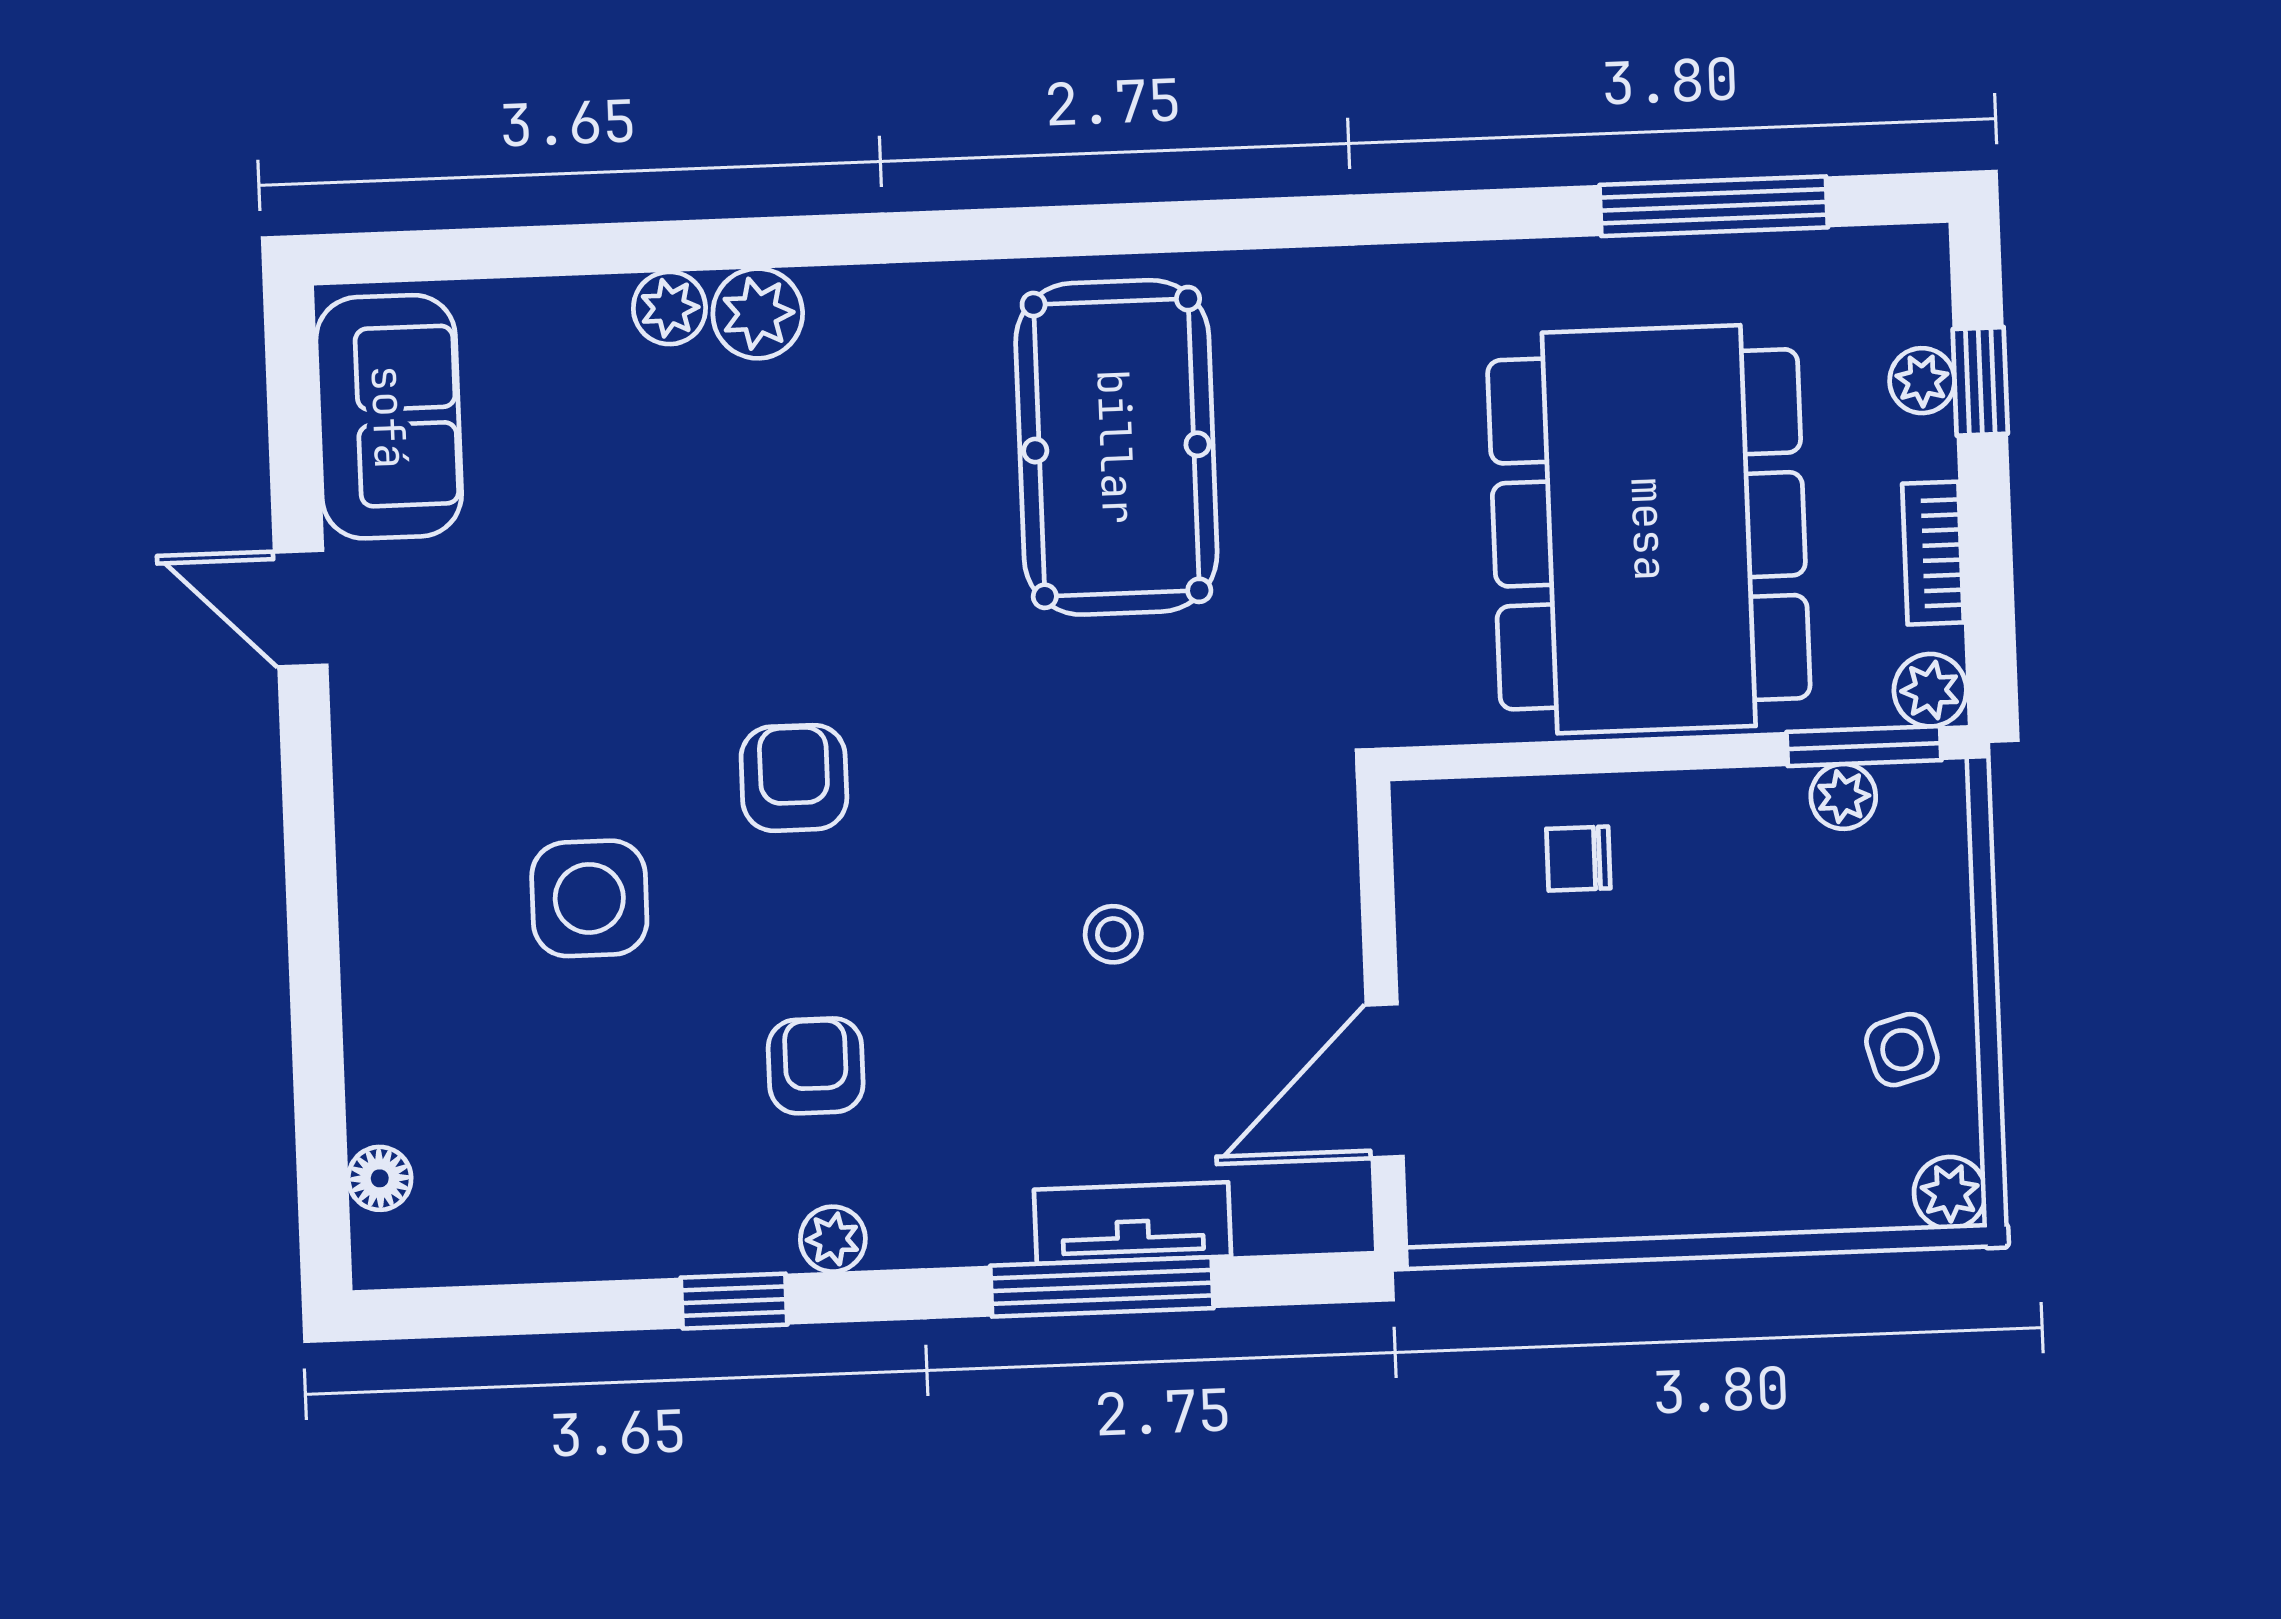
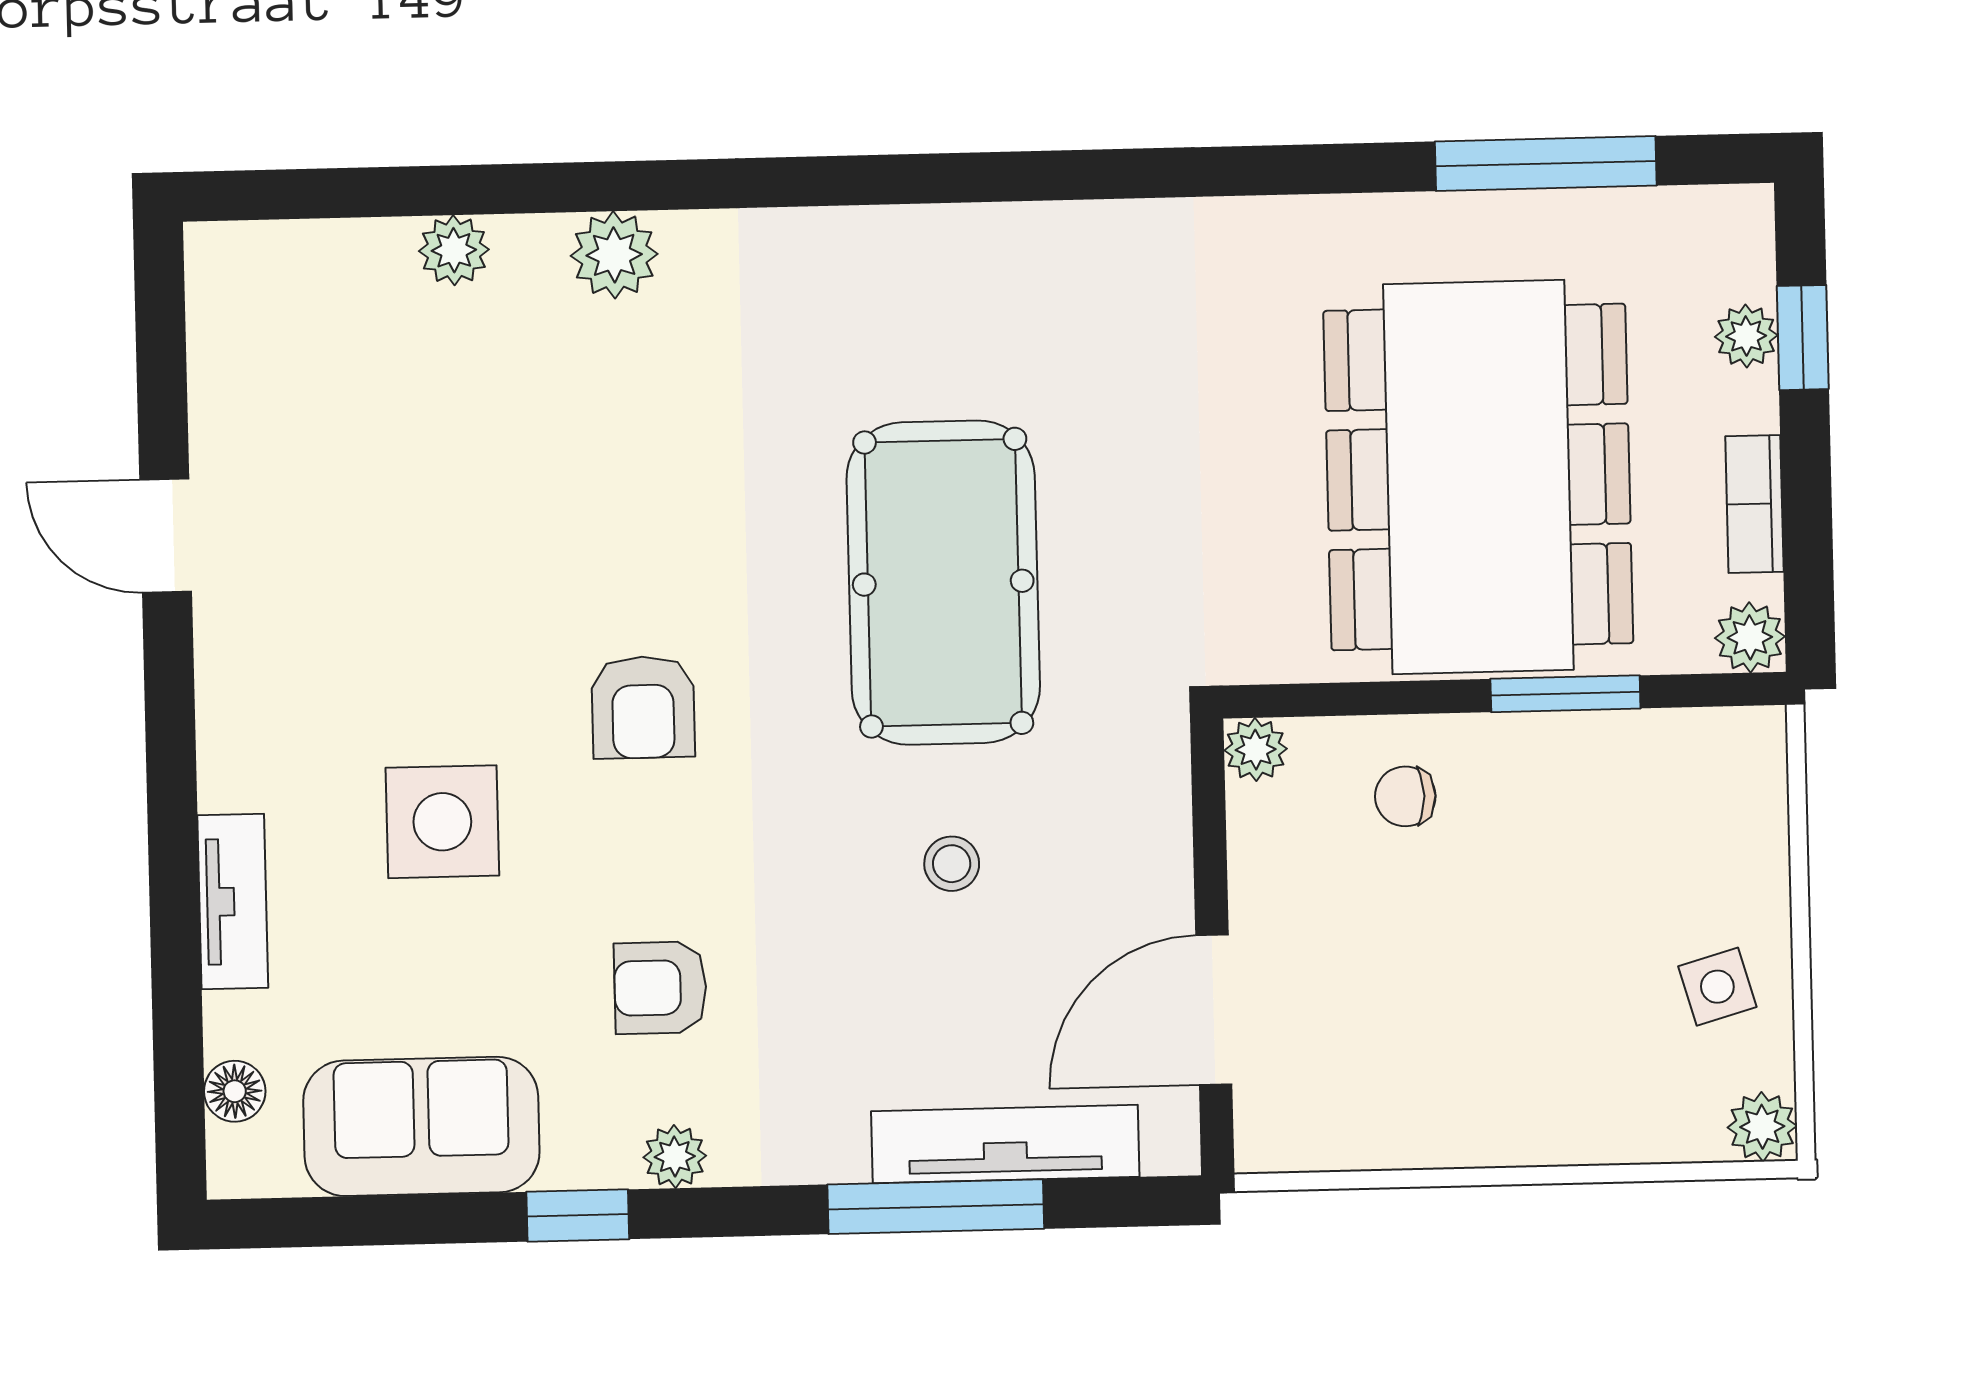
plant: (669, 308) -> (454, 250), moved
sofa: (389, 417) -> (421, 1126), moved, turned -90
pool table: (1116, 447) -> (943, 583), moved
window: (1864, 746) -> (1565, 694), moved
armchair: (794, 778) -> (643, 707), turned 180
plant: (1843, 796) -> (1256, 750), moved
tv unit: (375, 983) -> (233, 902), added
armchair: (816, 1066) -> (660, 988), turned -90
tv unit: (1133, 1223) -> (1005, 1144), width x1.41

